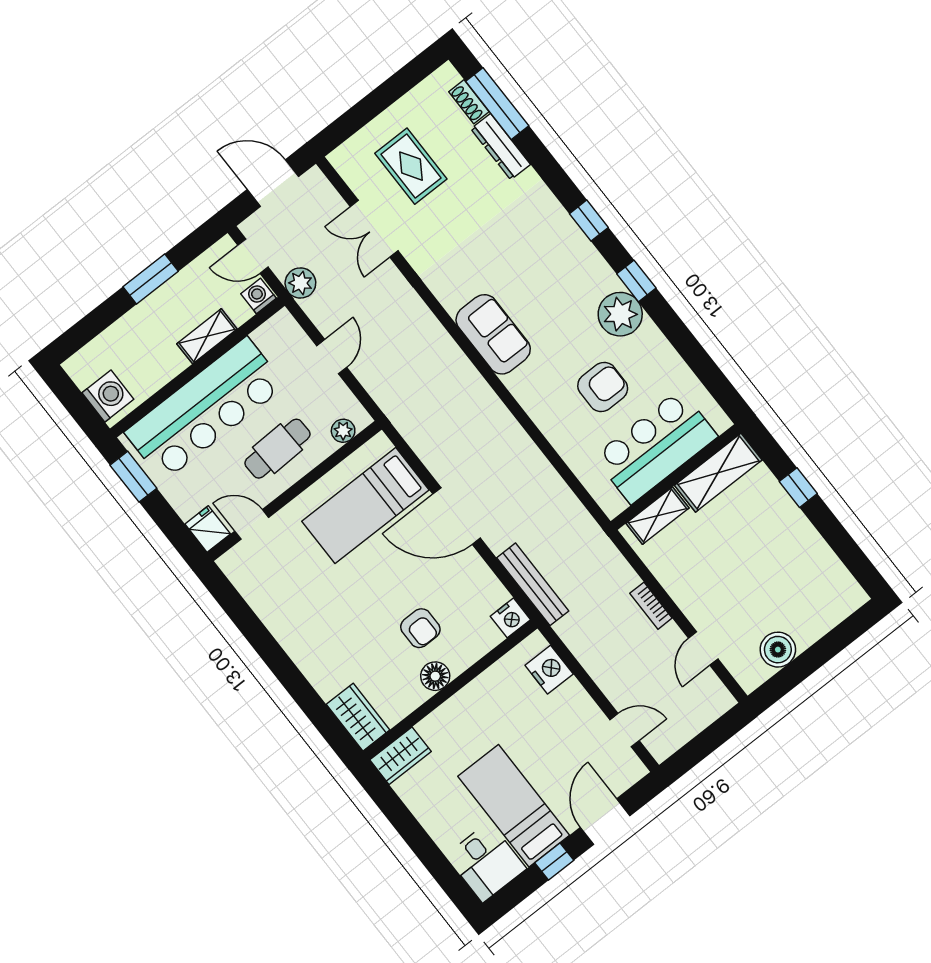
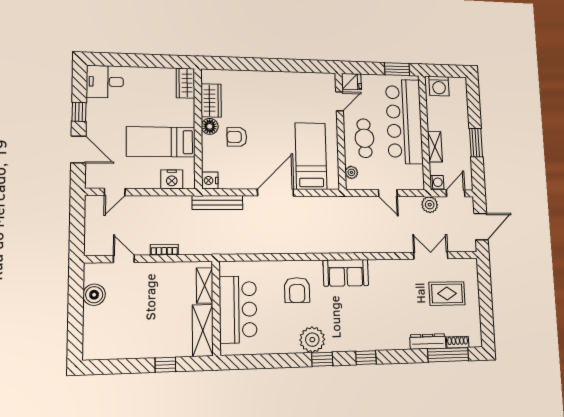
armchair: (603, 387) -> (297, 290), moved
wardrobe: (358, 717) -> (211, 100), moved, turned -90
bed: (514, 806) -> (161, 142), moved, turned 180

